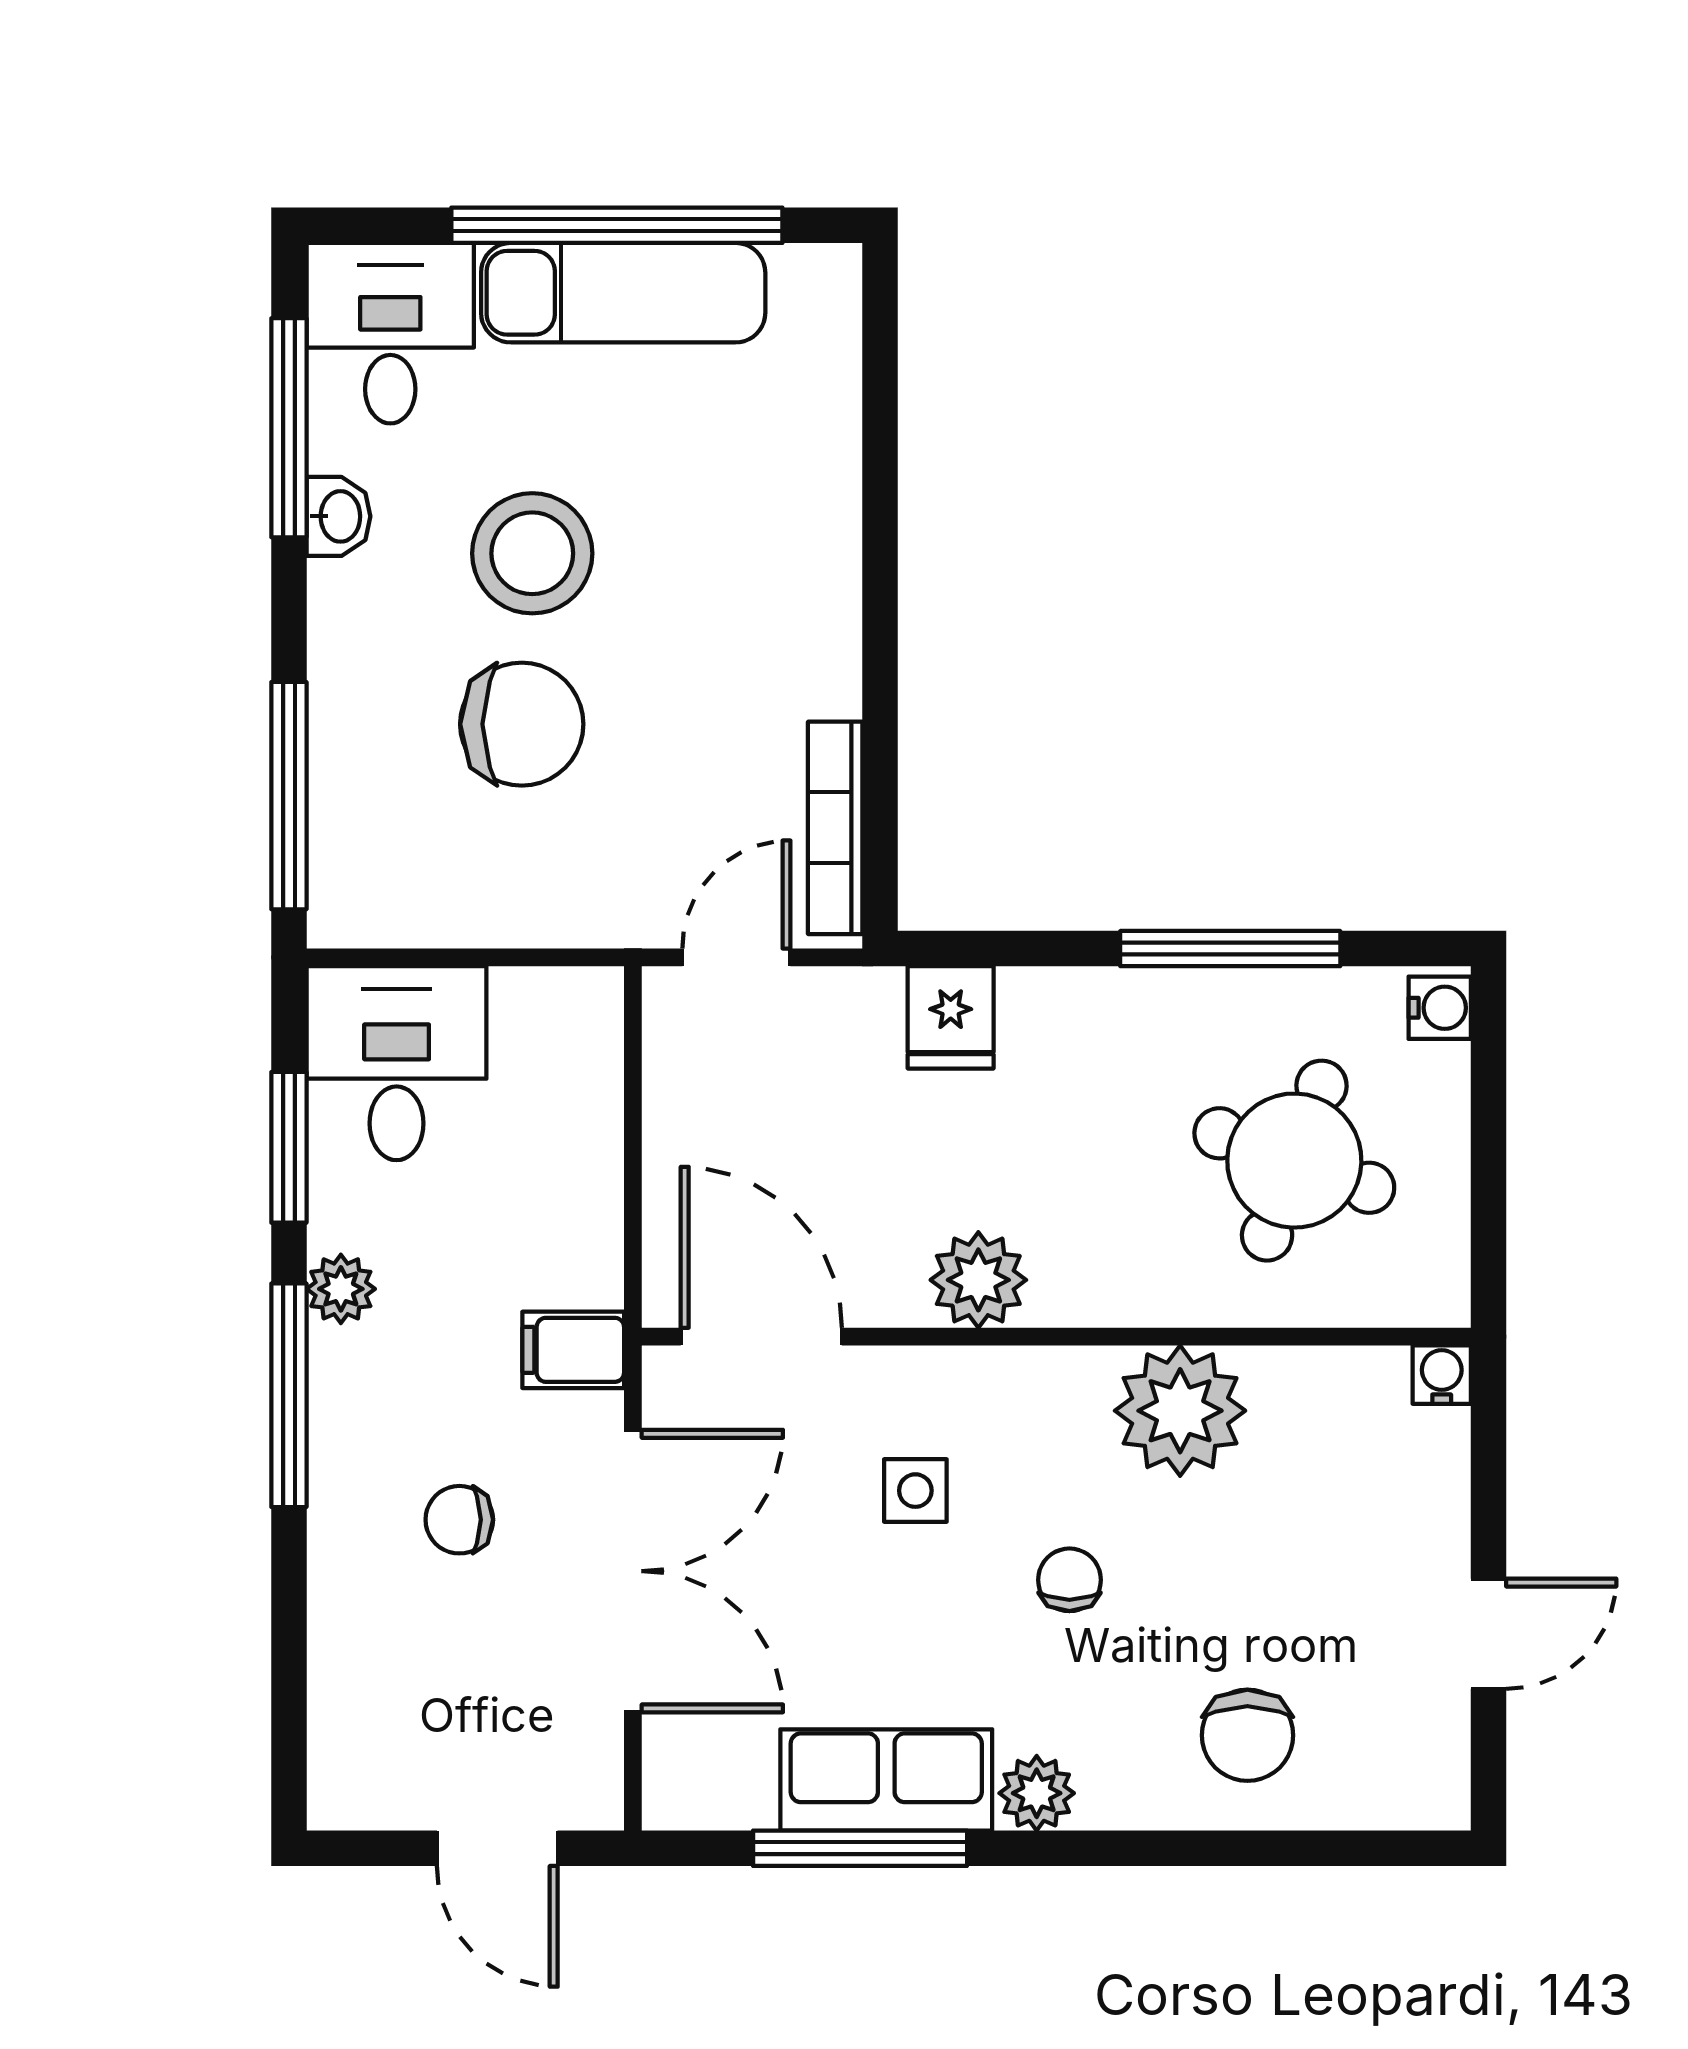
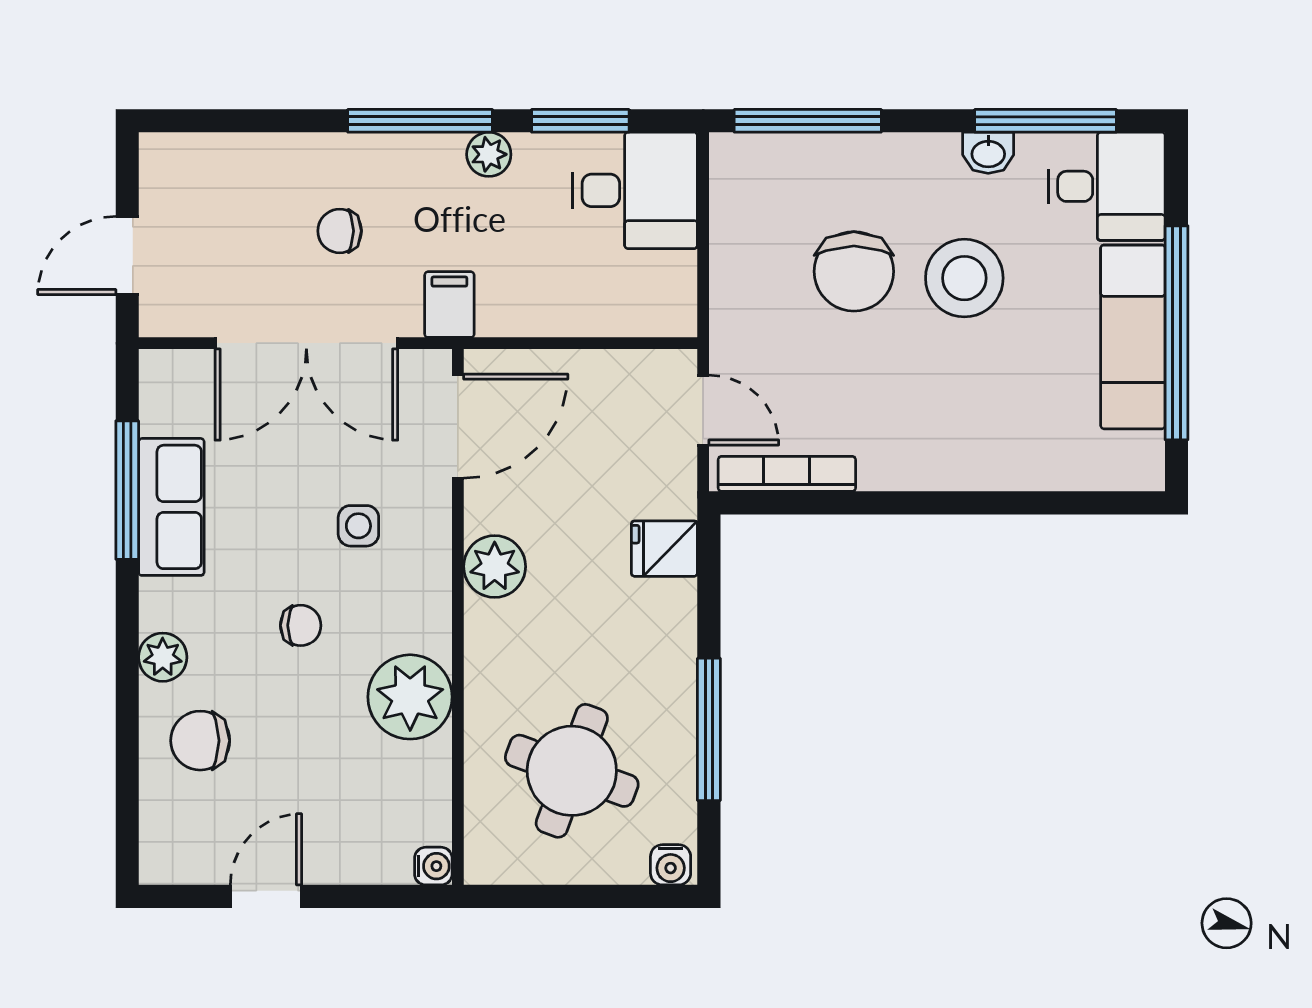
chair: (459, 1520) -> (340, 231), turned -90
door: (1489, 1634) -> (266, 896), swing flipped
plant: (1037, 1793) -> (163, 657), moved

